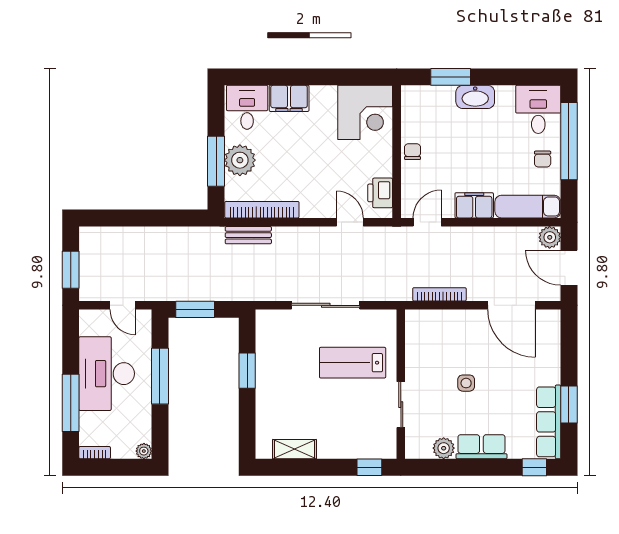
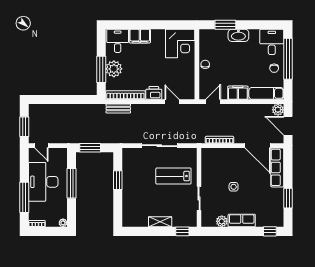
printer: (380, 193) -> (154, 93), moved, turned 90
door: (123, 305) -> (41, 146), moved
row of seats: (549, 422) -> (277, 167), moved
shelving: (294, 449) -> (160, 222), moved

